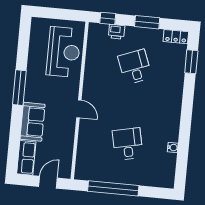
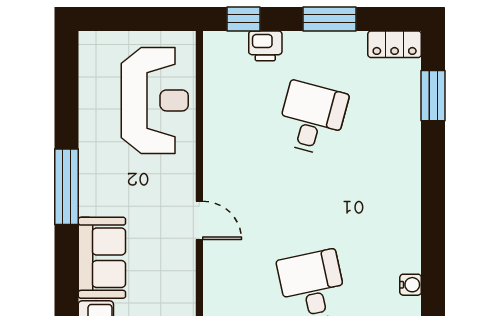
desk: (135, 67) -> (312, 118), turned 36

